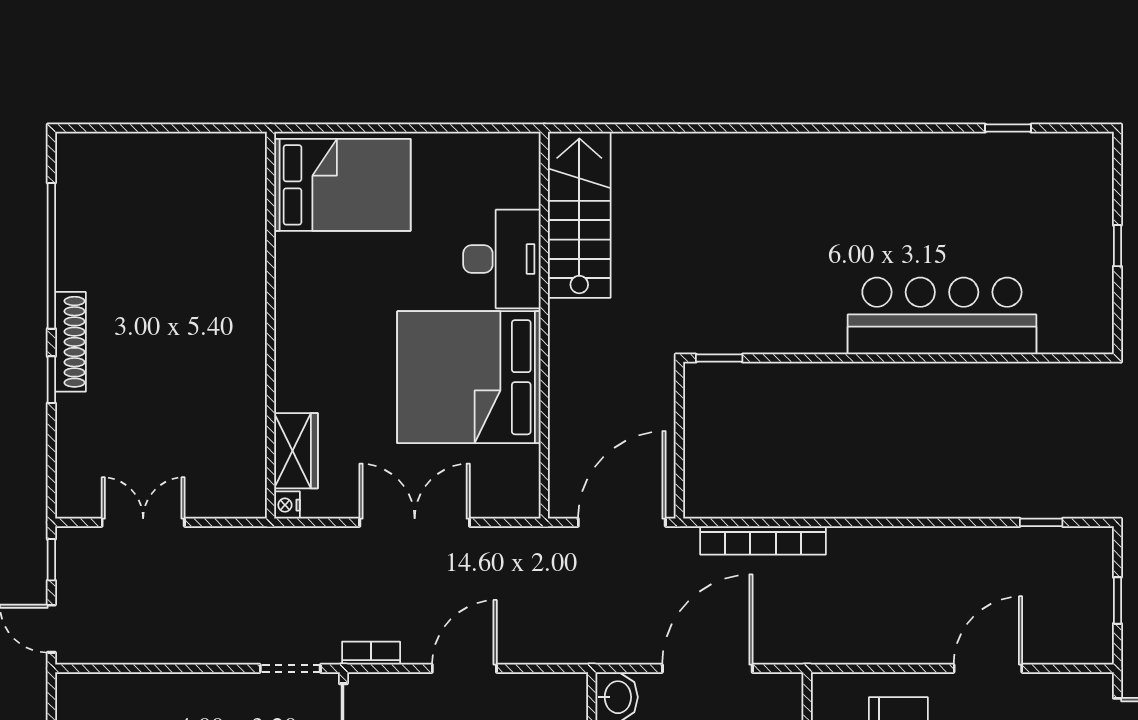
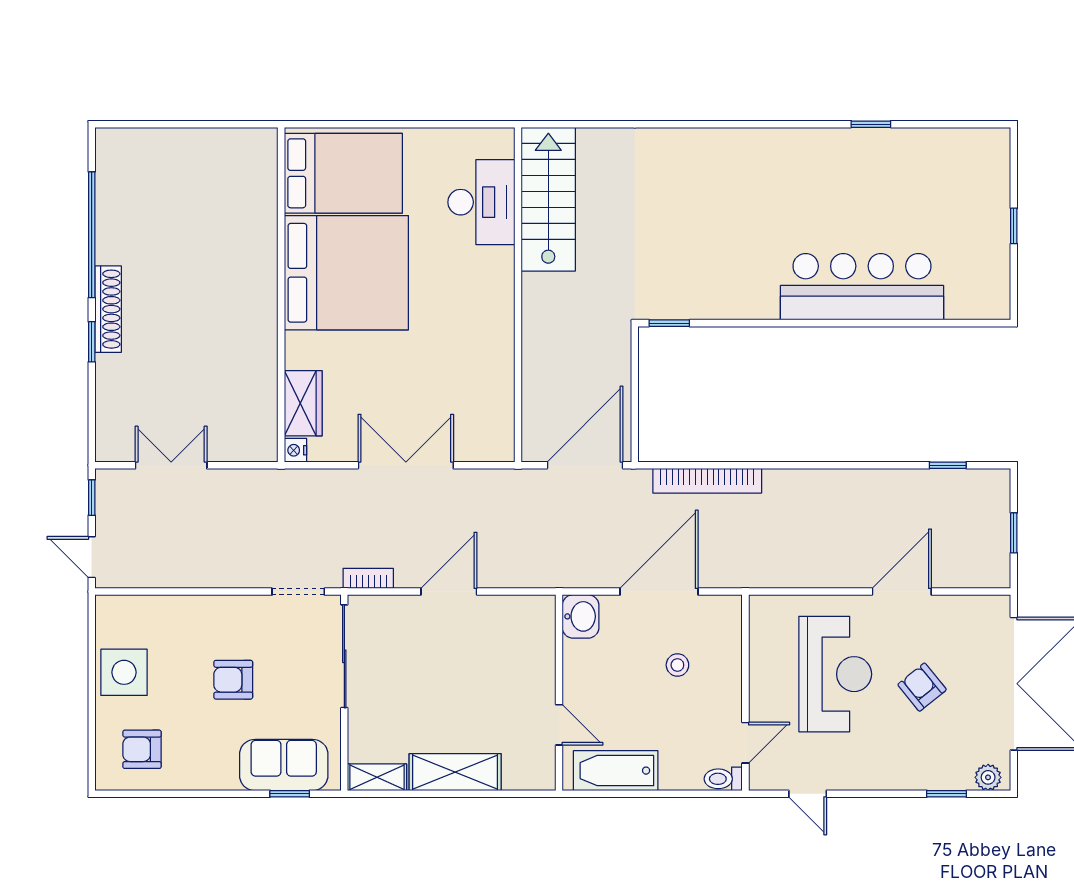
window: (1008, 128) -> (871, 124), moved
desk: (502, 259) -> (481, 202), moved
bed: (469, 377) -> (346, 273), moved, turned 180

